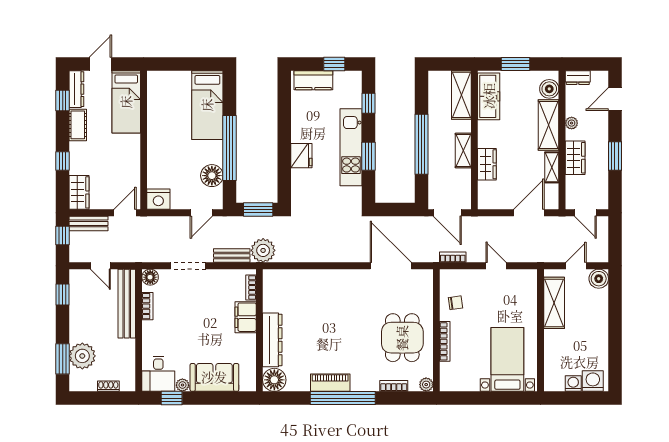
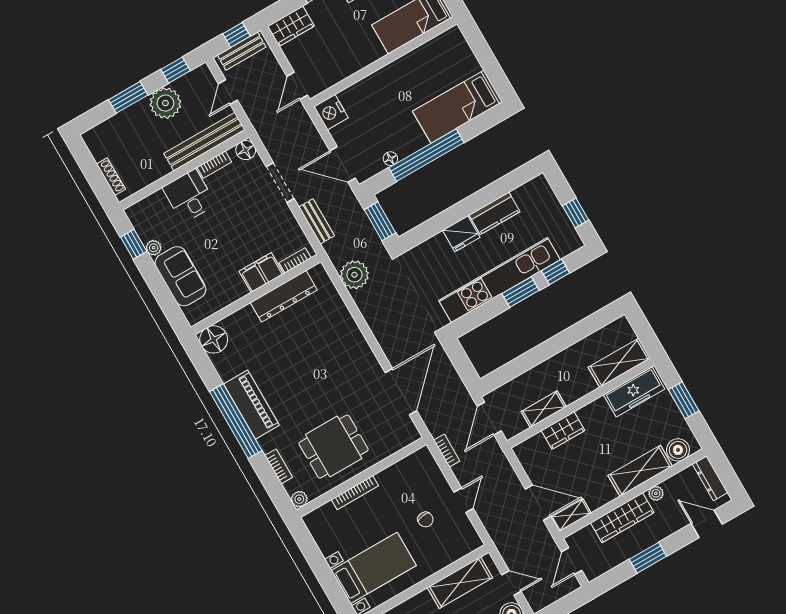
dresser: (578, 78) -> (710, 478), width x1.44
kitchen counter: (313, 80) -> (495, 213), moved, turned -90
window: (421, 144) -> (545, 351), removed
kitchen unit: (351, 147) -> (500, 280), width x1.36
shelving: (463, 150) -> (544, 409), moved
window: (369, 156) -> (521, 292), moved
wardrobe: (575, 158) -> (622, 518), width x1.50
shelving: (552, 167) -> (571, 515), moved
floor lamp: (212, 176) -> (390, 159), width x0.53, depth x0.53
door: (125, 213) -> (297, 86), swing flipped
door: (201, 213) -> (343, 165), width x1.38
bench: (89, 223) -> (242, 51), moved, turned 90
plant: (263, 250) -> (354, 275), moved
chair: (455, 303) -> (425, 520), moved
dresser: (272, 340) -> (284, 296), moved
plant: (82, 356) -> (165, 103), moved
window: (63, 359) -> (128, 97), moved
desk: (158, 374) -> (189, 196), moved, turned 90
piano: (330, 383) -> (251, 405), width x1.37, depth x1.33
shoe rack: (108, 386) -> (111, 177), width x1.43

